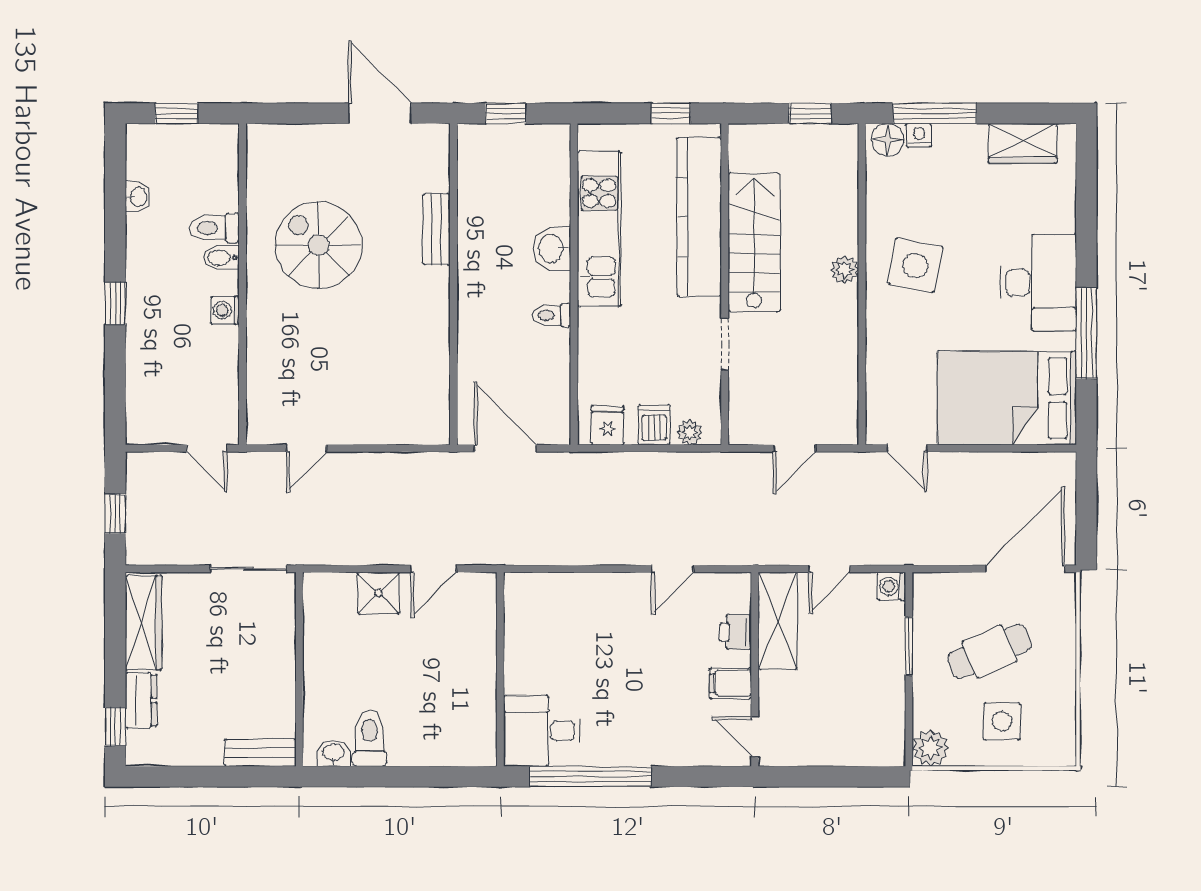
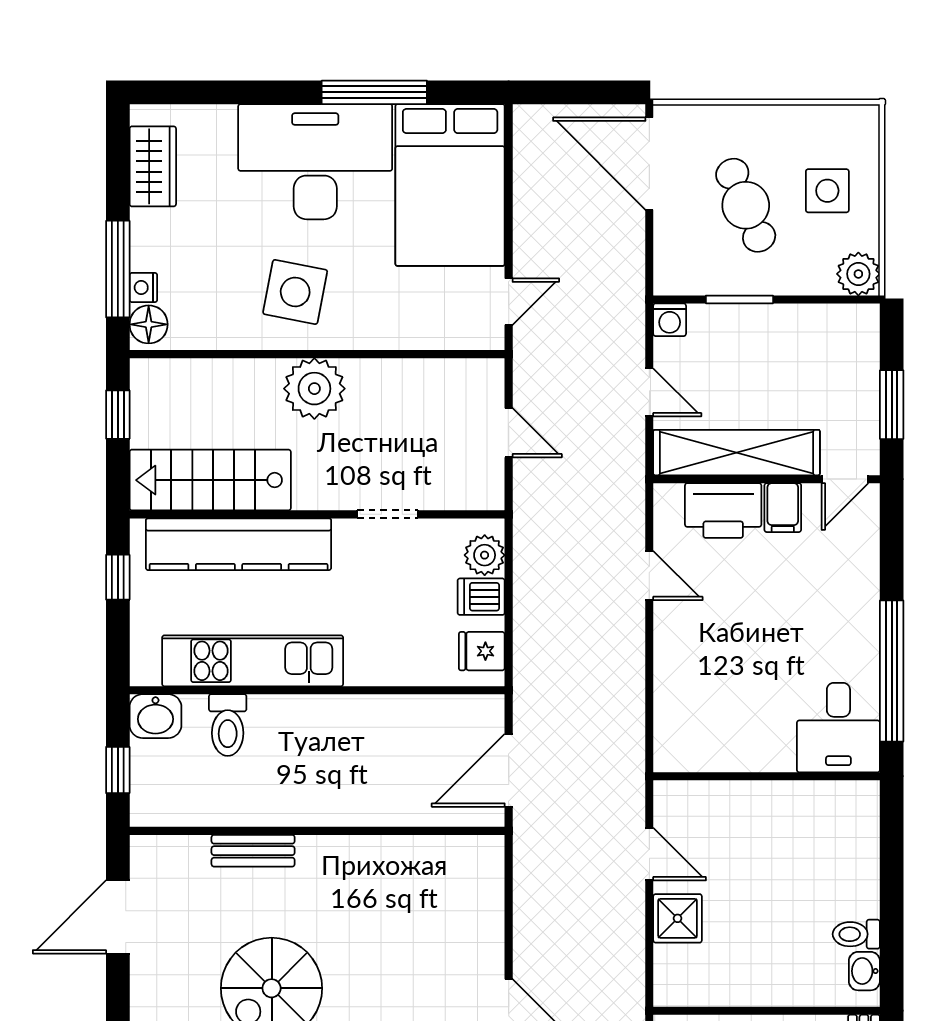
stairs: (754, 242) -> (210, 480), moved
washbasin: (552, 249) -> (155, 716), moved
plant: (845, 270) -> (314, 389), width x1.87, depth x1.87
desk: (1038, 283) -> (315, 162), width x1.36, depth x1.30
toilet: (552, 315) -> (228, 725), moved, width x1.37, depth x1.39
plant: (690, 432) -> (485, 555), width x1.38, depth x1.38
shelving: (778, 621) -> (737, 453), width x1.47
printer: (736, 632) -> (723, 511), width x1.87, depth x1.48
toilet: (370, 738) -> (856, 934), width x0.73, depth x0.72
window: (819, 776) -> (892, 405), added

